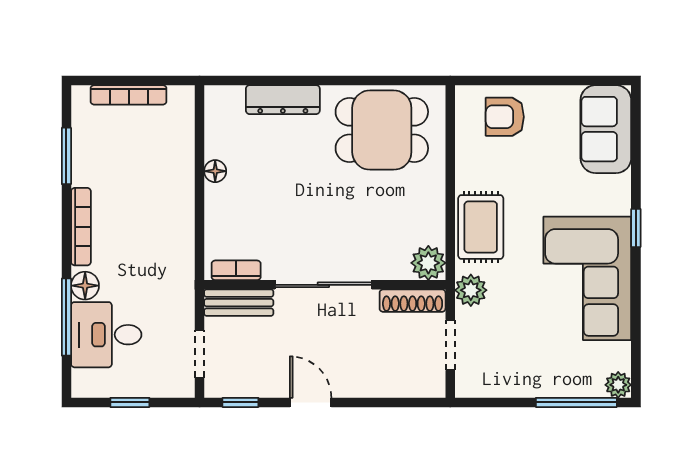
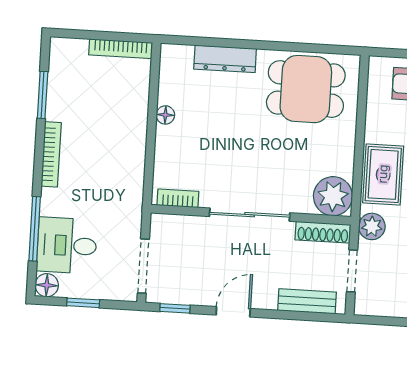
bookcase: (129, 95) -> (121, 49), moved
plant: (428, 263) -> (333, 196), width x1.36, depth x1.36
floor lamp: (85, 286) -> (47, 285), moved
bench: (239, 303) -> (307, 301), moved
doorway: (199, 354) -> (143, 266), width x1.38
door: (311, 402) -> (233, 312), hinge flipped

